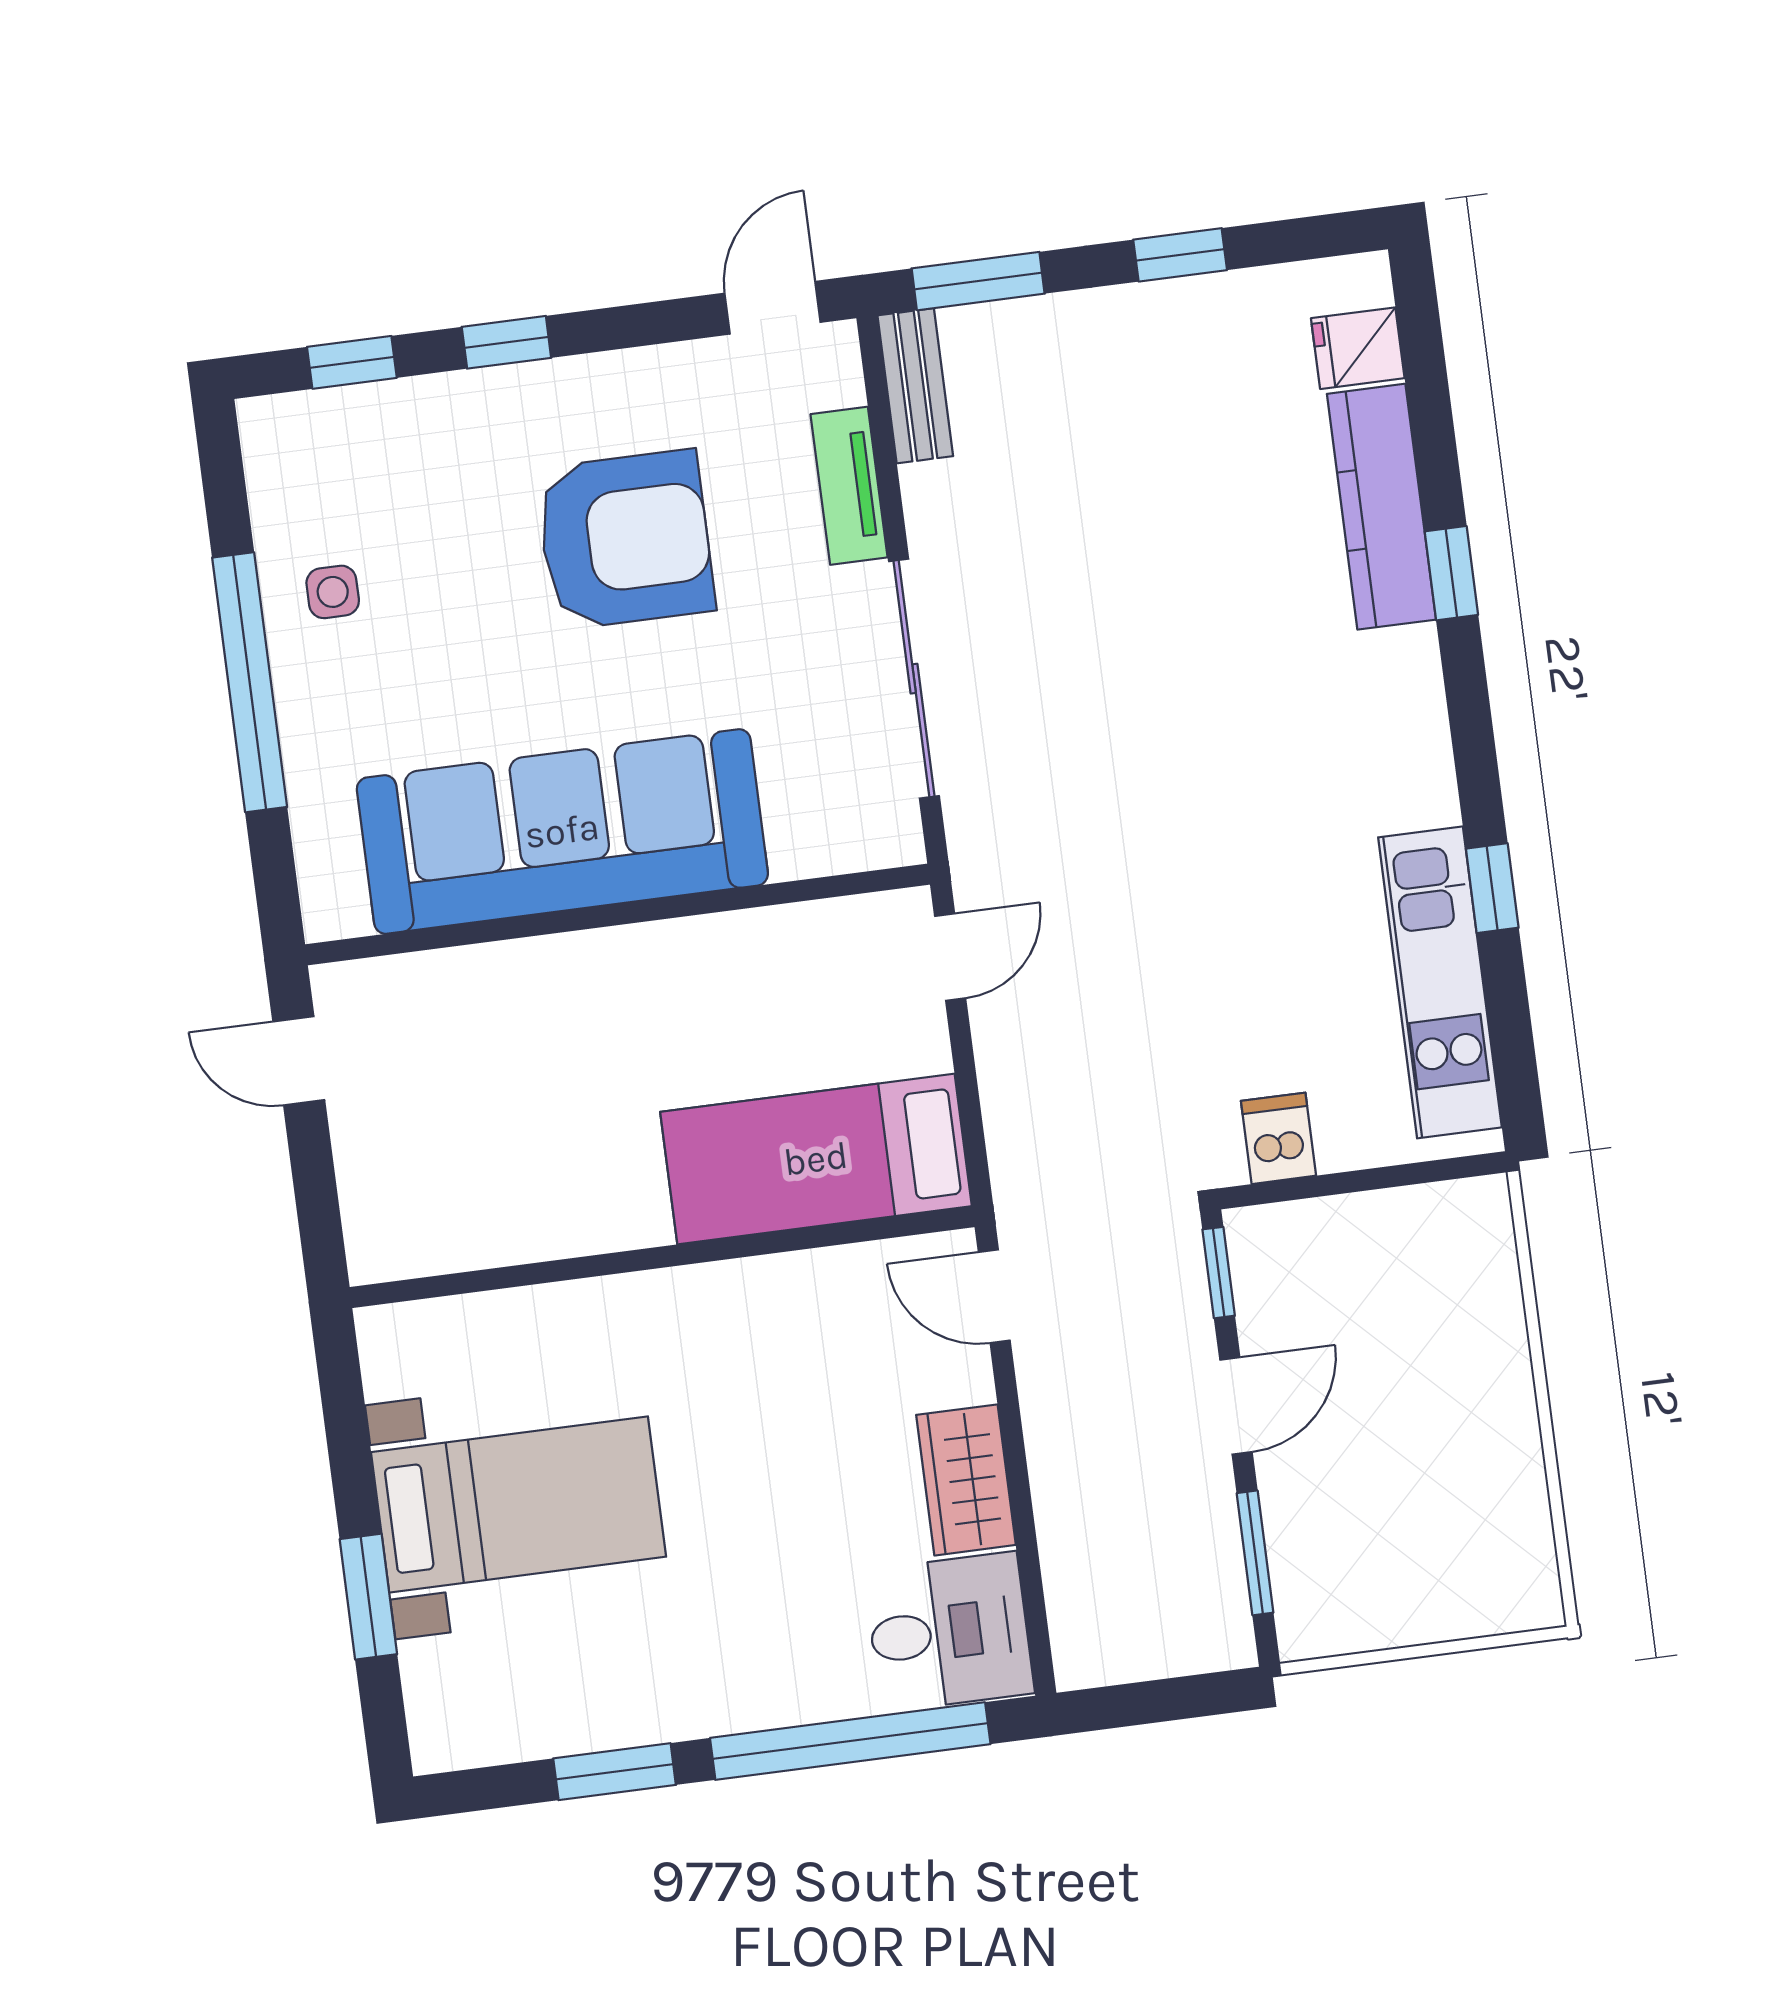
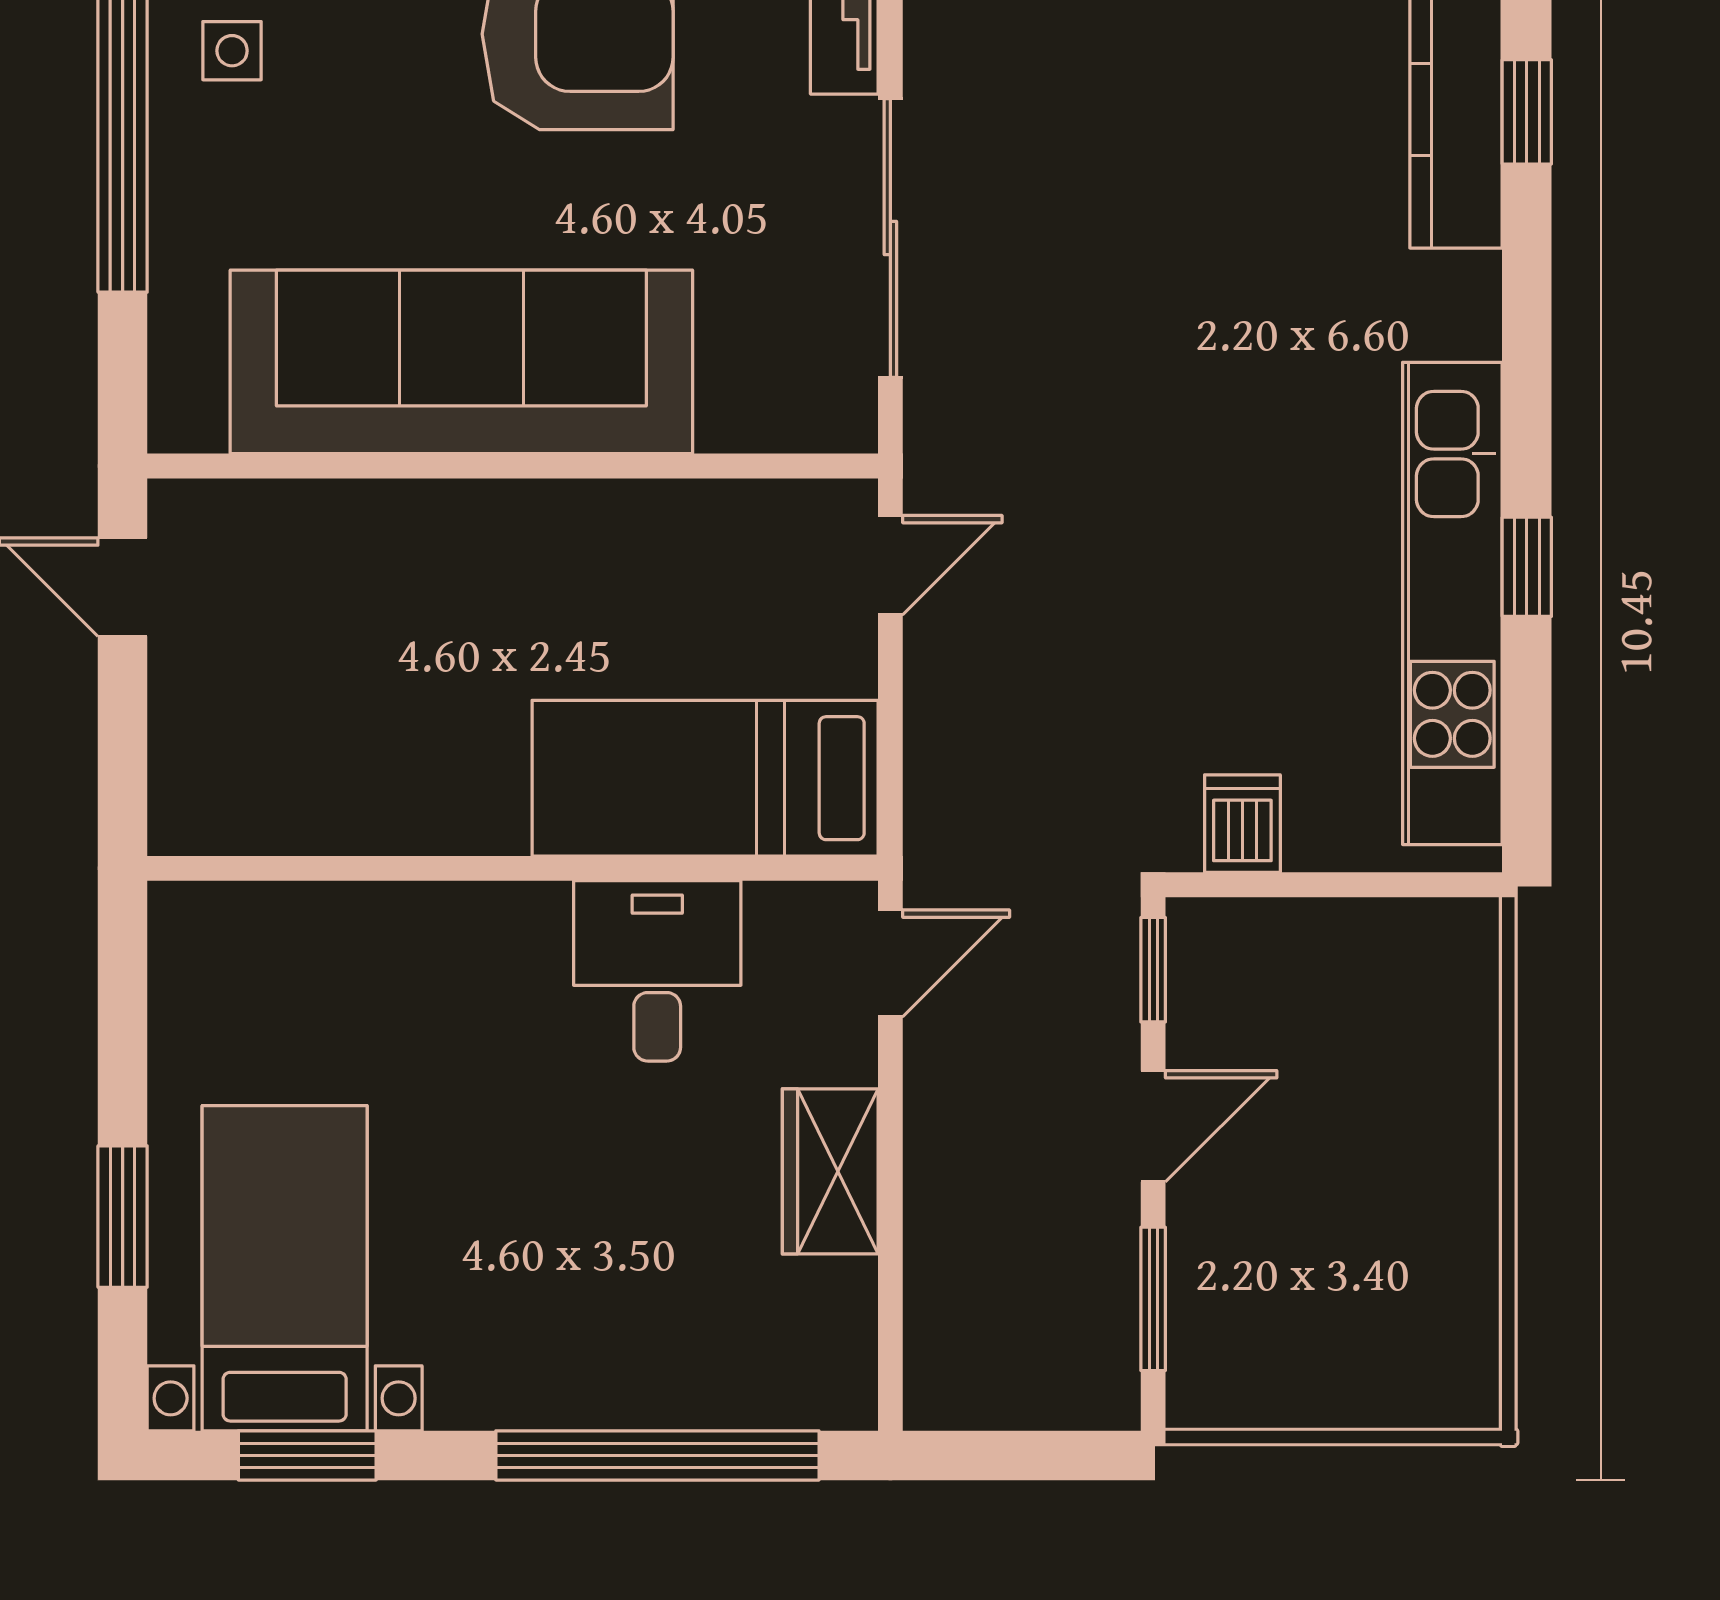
window: (1451, 573) -> (1527, 112), moved
kitchen unit: (1440, 982) -> (1452, 603), width x1.36
door: (994, 1296) -> (890, 963), swing flipped
bed with nightstands: (519, 1504) -> (285, 1268), moved, turned -90
desk: (949, 1632) -> (657, 971), moved, turned -90
window: (615, 1772) -> (307, 1455), moved

